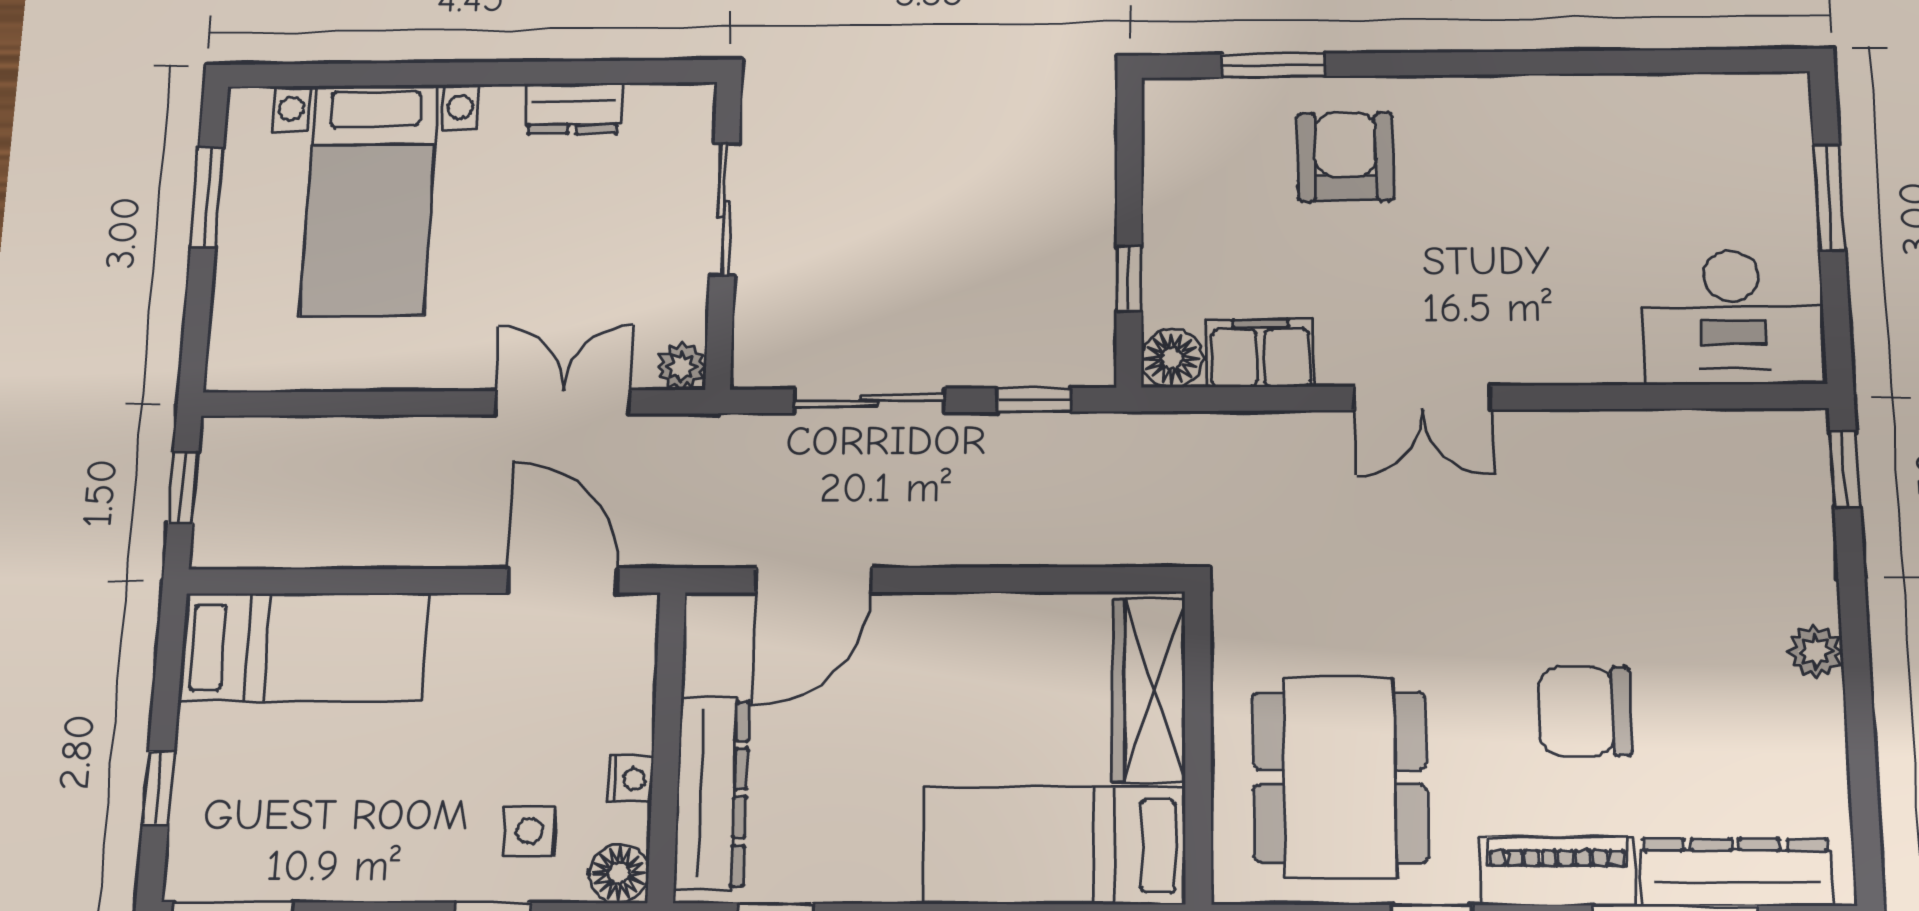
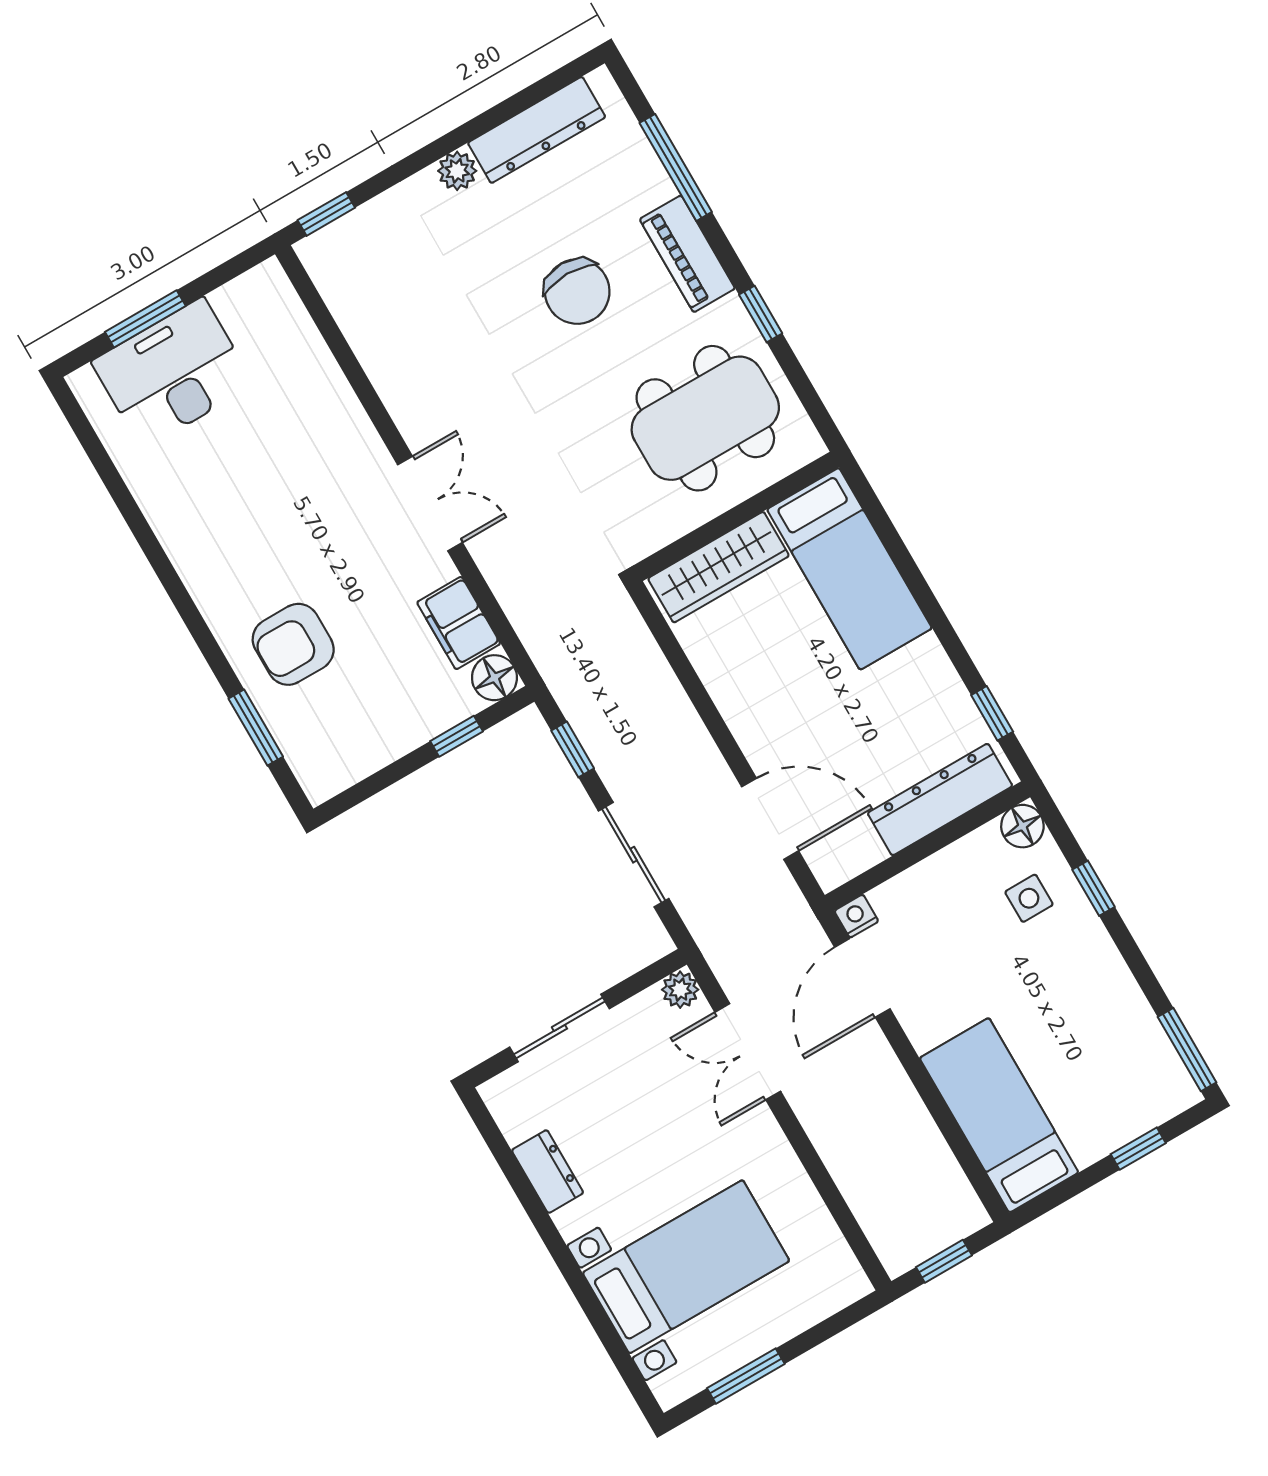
desk: (1733, 317) -> (173, 373), moved, turned -90
nightstand: (631, 779) -> (856, 916), moved
dresser: (1736, 872) -> (537, 130), moved, turned -90

